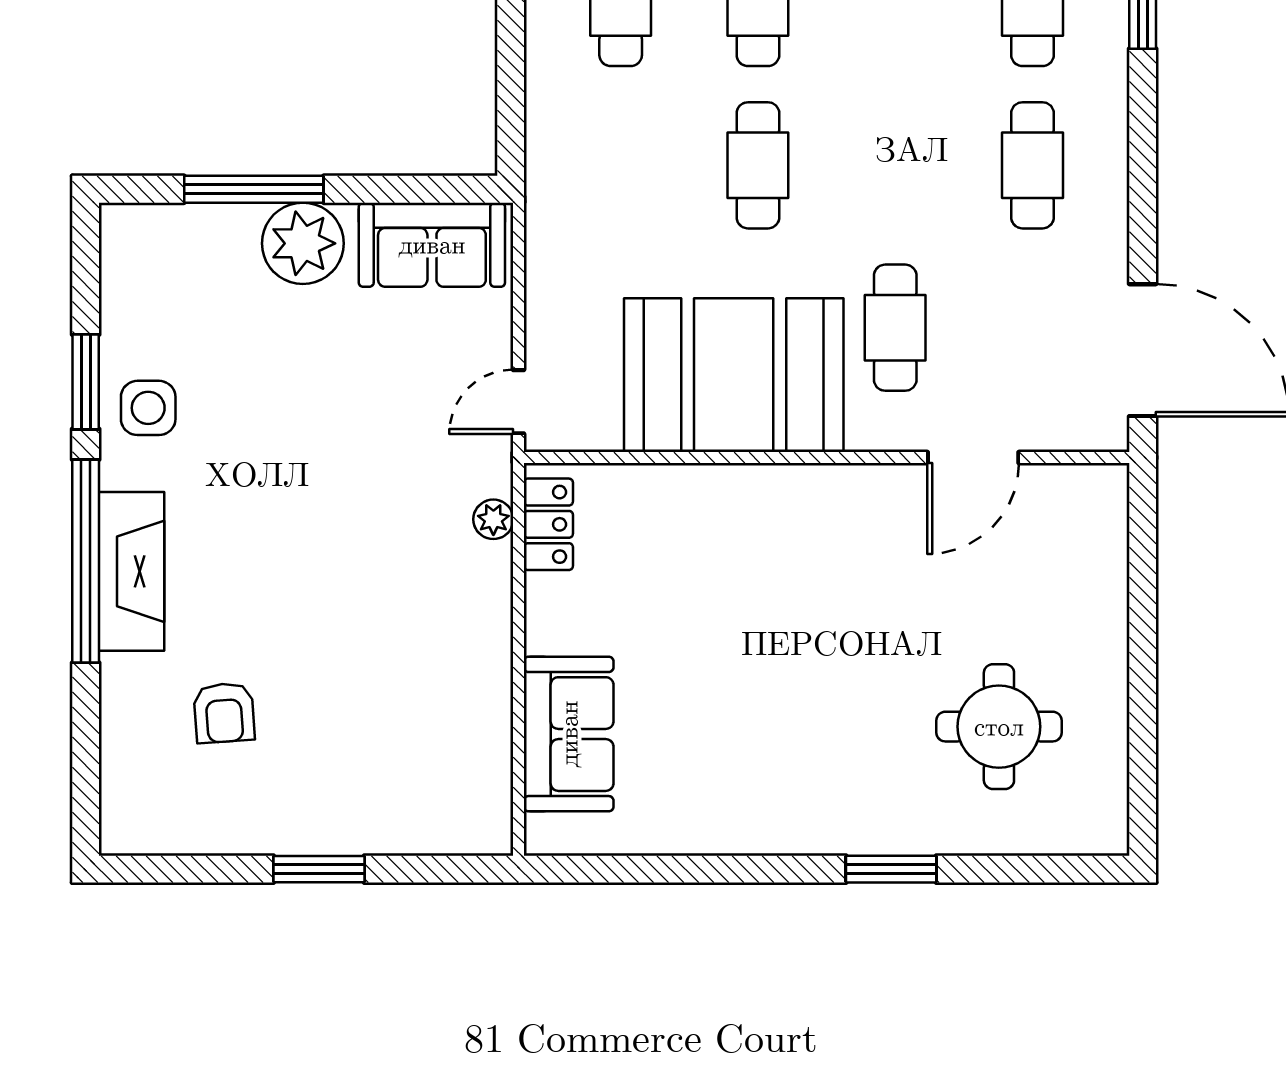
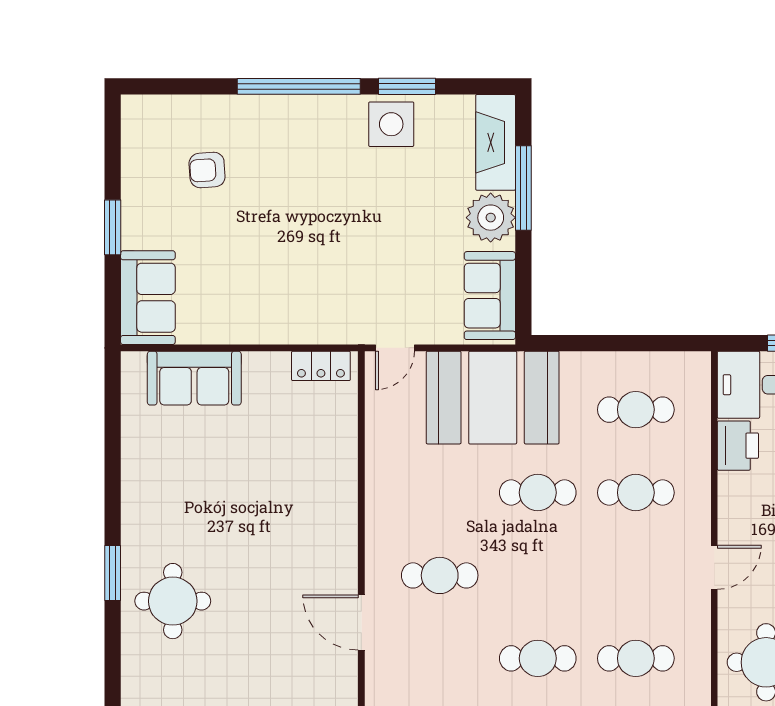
booth: (734, 375) -> (493, 398), moved, turned 90
door: (519, 402) -> (395, 348), swing flipped
side table: (148, 408) -> (391, 124), width x1.37, depth x1.37
plant: (493, 519) -> (324, 333), removed
fireplace: (132, 571) -> (496, 142), moved, turned 90
round table: (999, 727) -> (173, 601), moved
sofa: (435, 811) -> (148, 298), added

